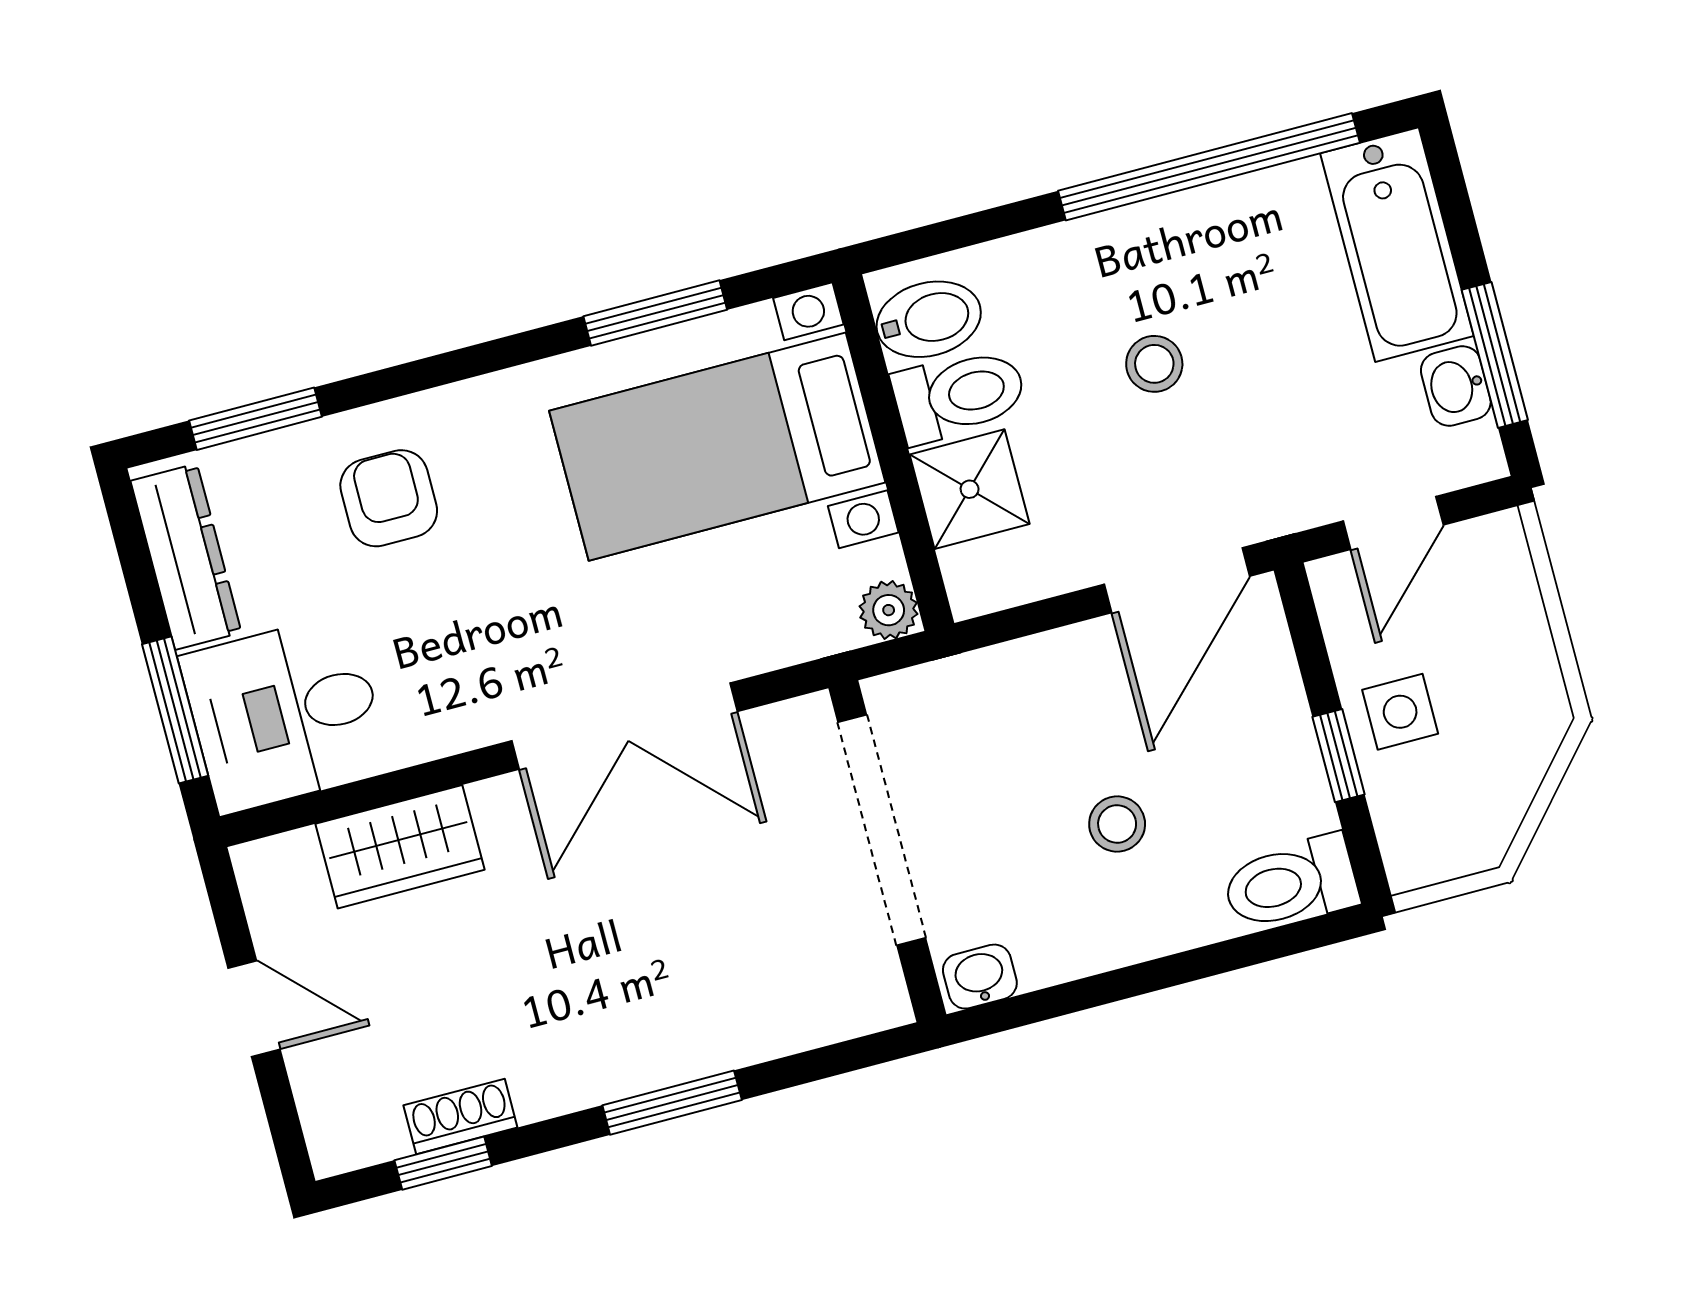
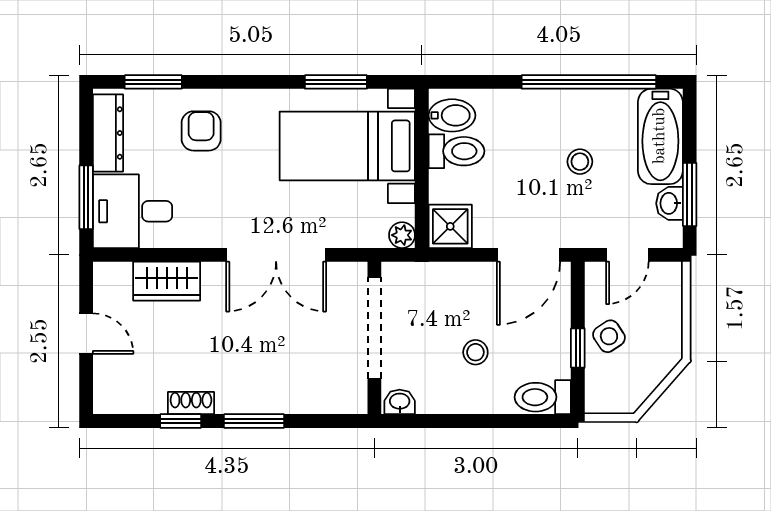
stool: (1154, 364) -> (580, 162), moved
shower: (970, 489) -> (450, 226), moved
side table: (1400, 712) -> (609, 336), turned -34
shoe rack: (460, 1116) -> (191, 403), moved
window: (443, 1163) -> (181, 421), moved

